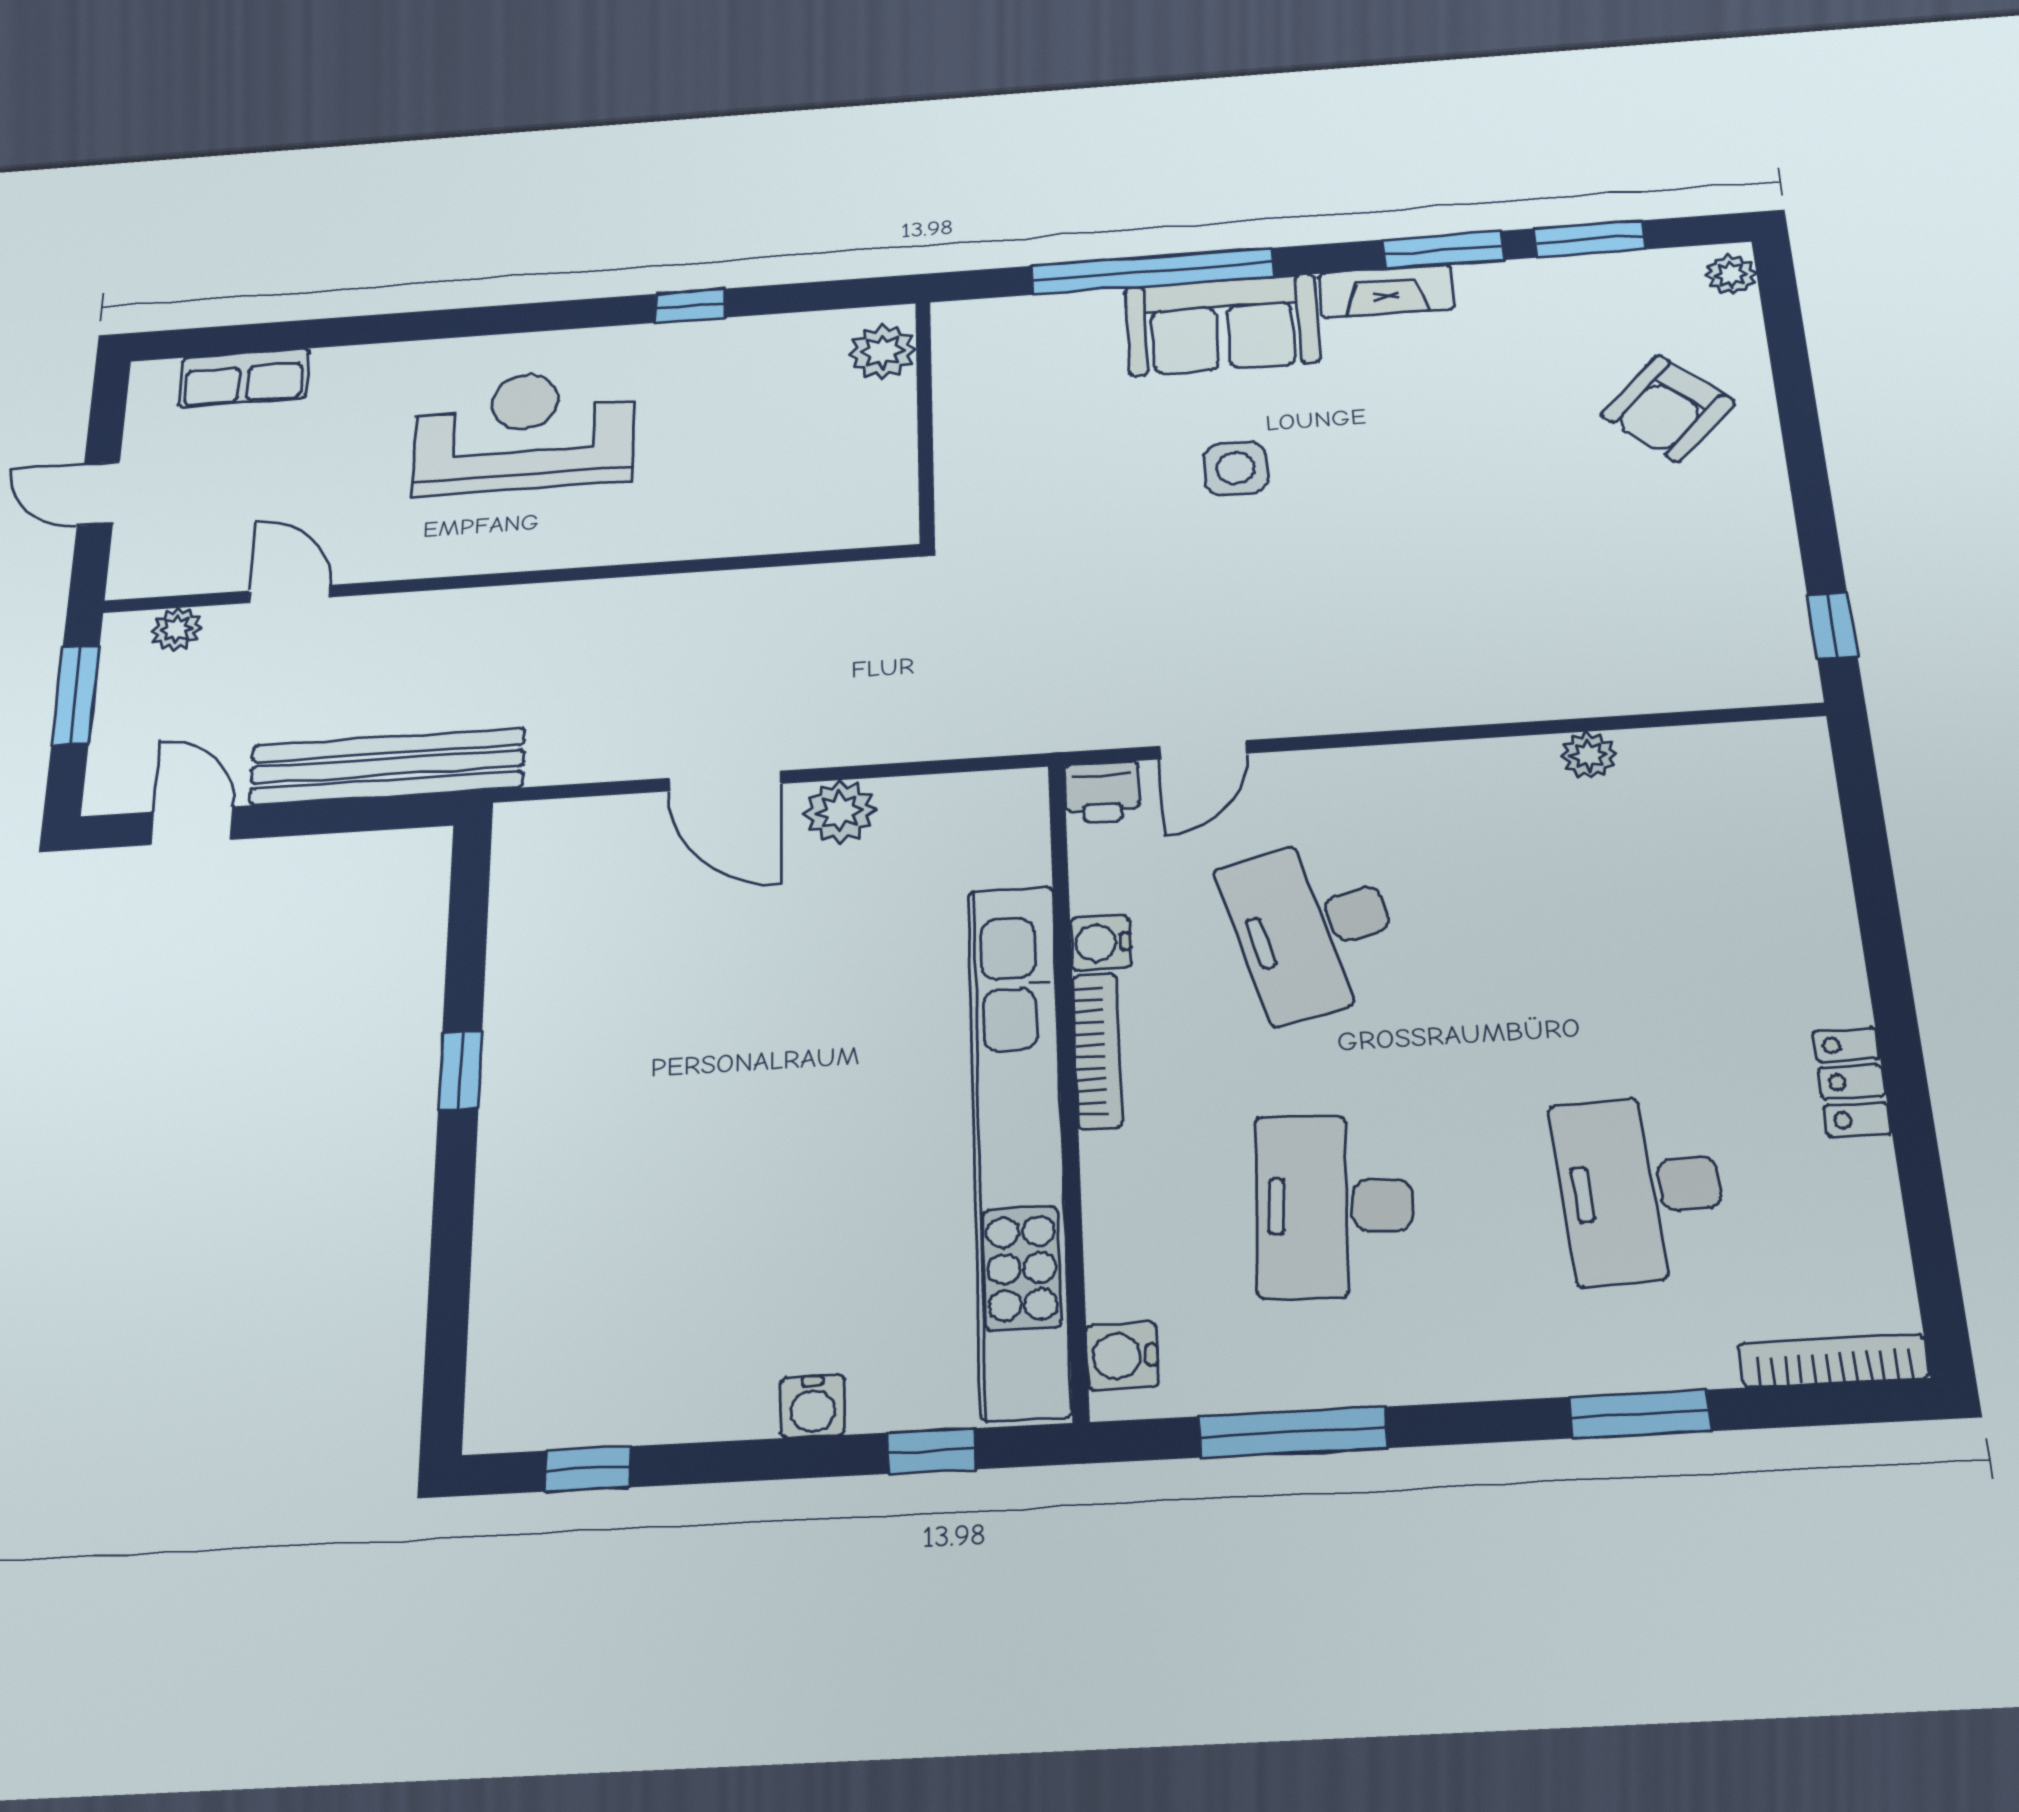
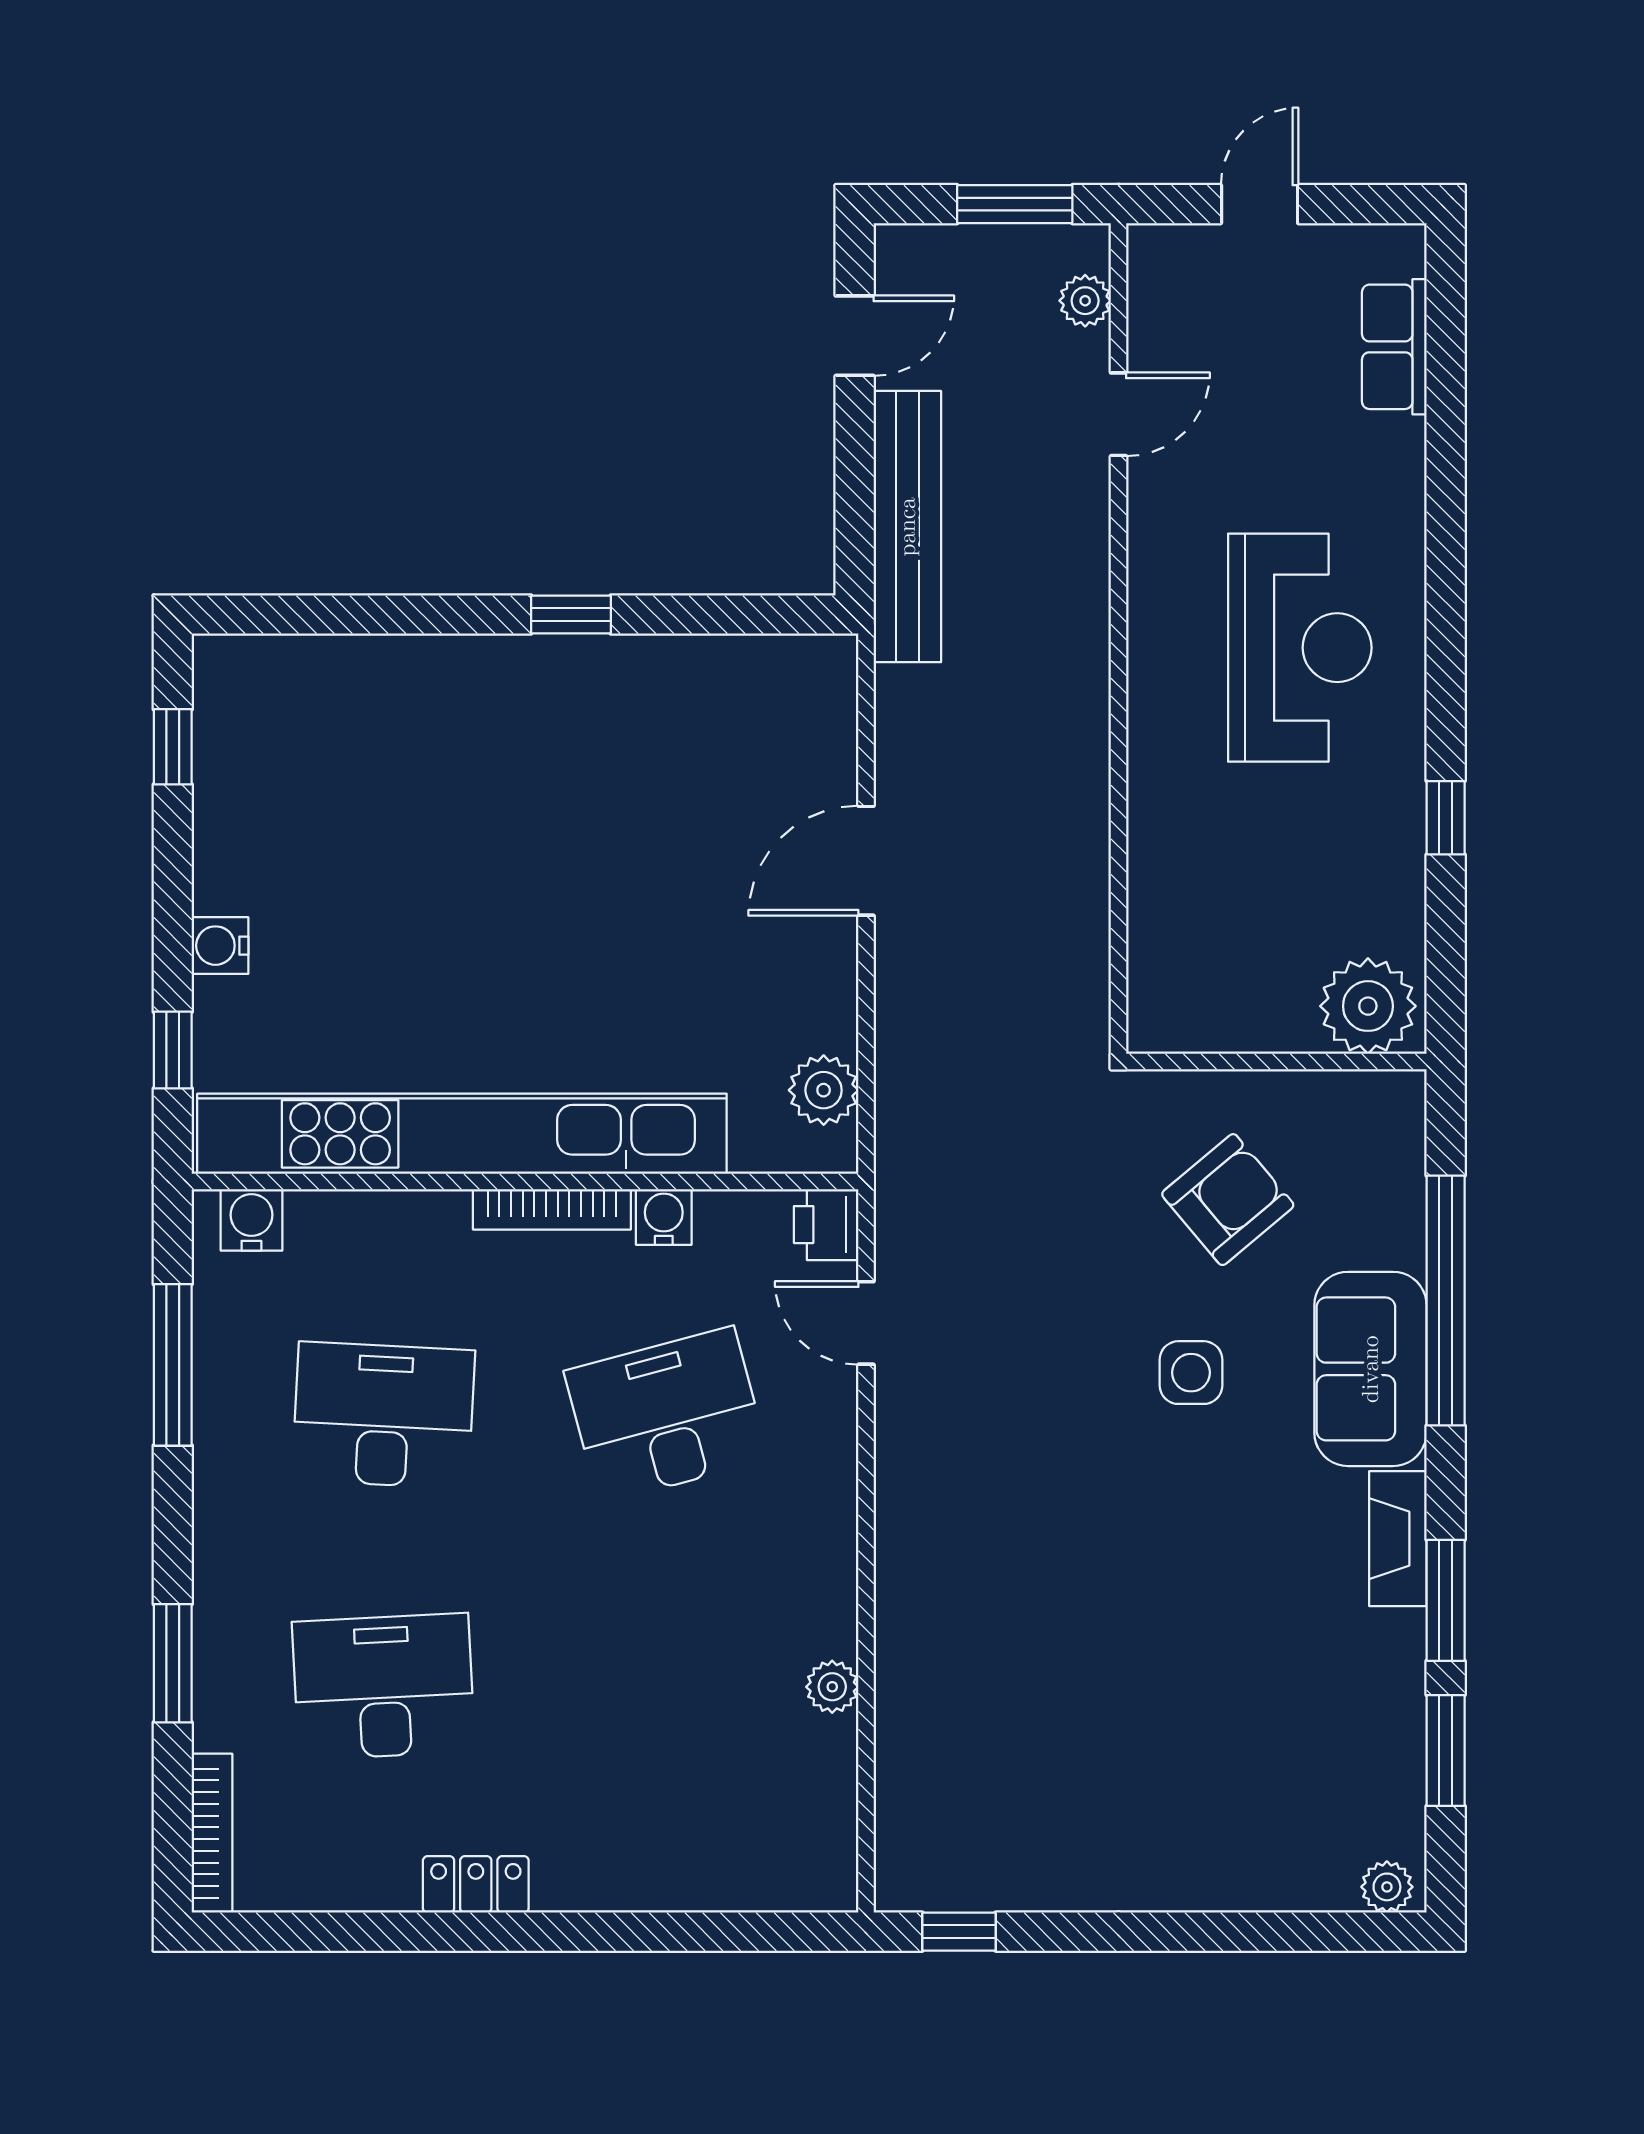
plant: (882, 352) -> (1368, 1006), width x1.36, depth x1.36
armchair: (1668, 408) -> (1228, 1200), moved, turned 97
plant: (840, 811) -> (824, 1090), moved

